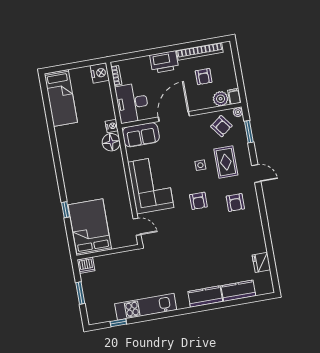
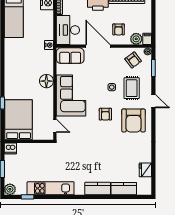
armchair: (204, 77) -> (119, 29), moved
door: (174, 117) -> (98, 46), hinge flipped
floor lamp: (111, 142) -> (46, 81), moved
armchair: (235, 203) -> (133, 120), width x1.88, depth x1.88
plant: (94, 317) -> (10, 189), added

